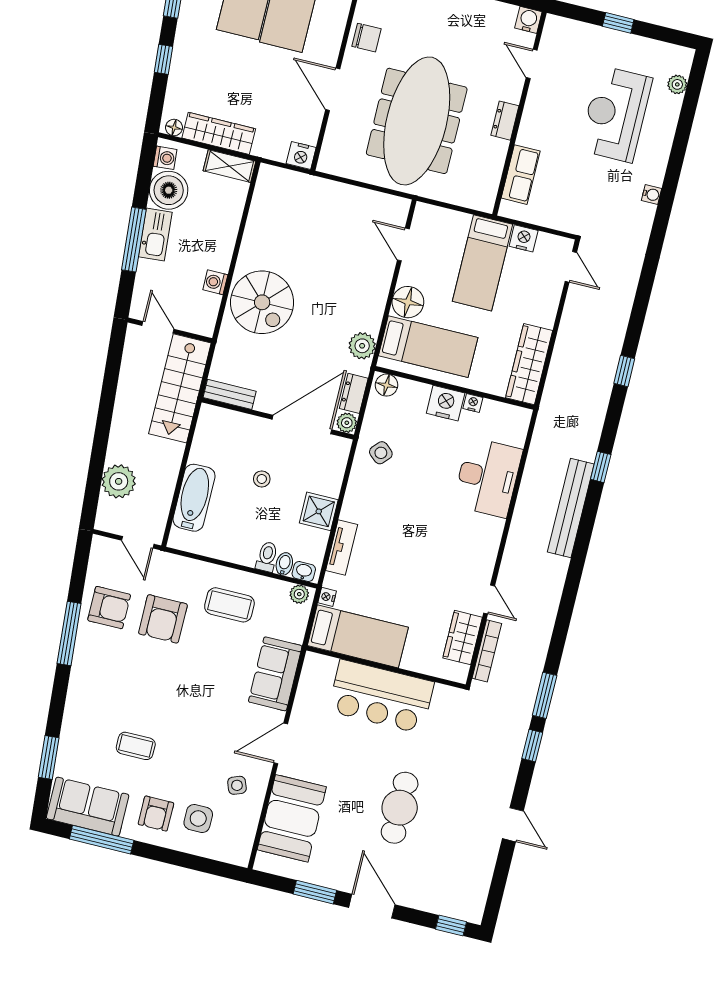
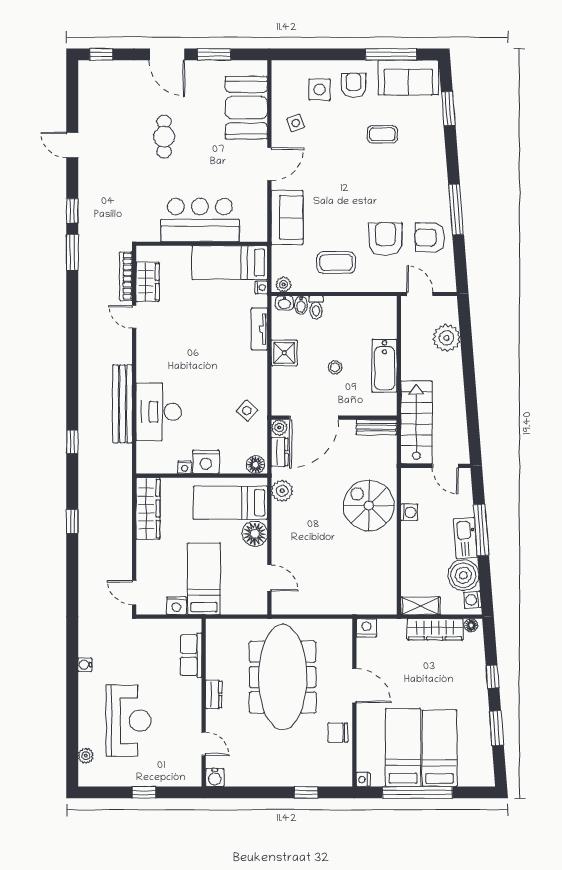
bathtub: (194, 498) -> (384, 366), moved
bench: (571, 508) -> (122, 404), moved
cafe table: (400, 808) -> (164, 137), width x0.73, depth x0.74

